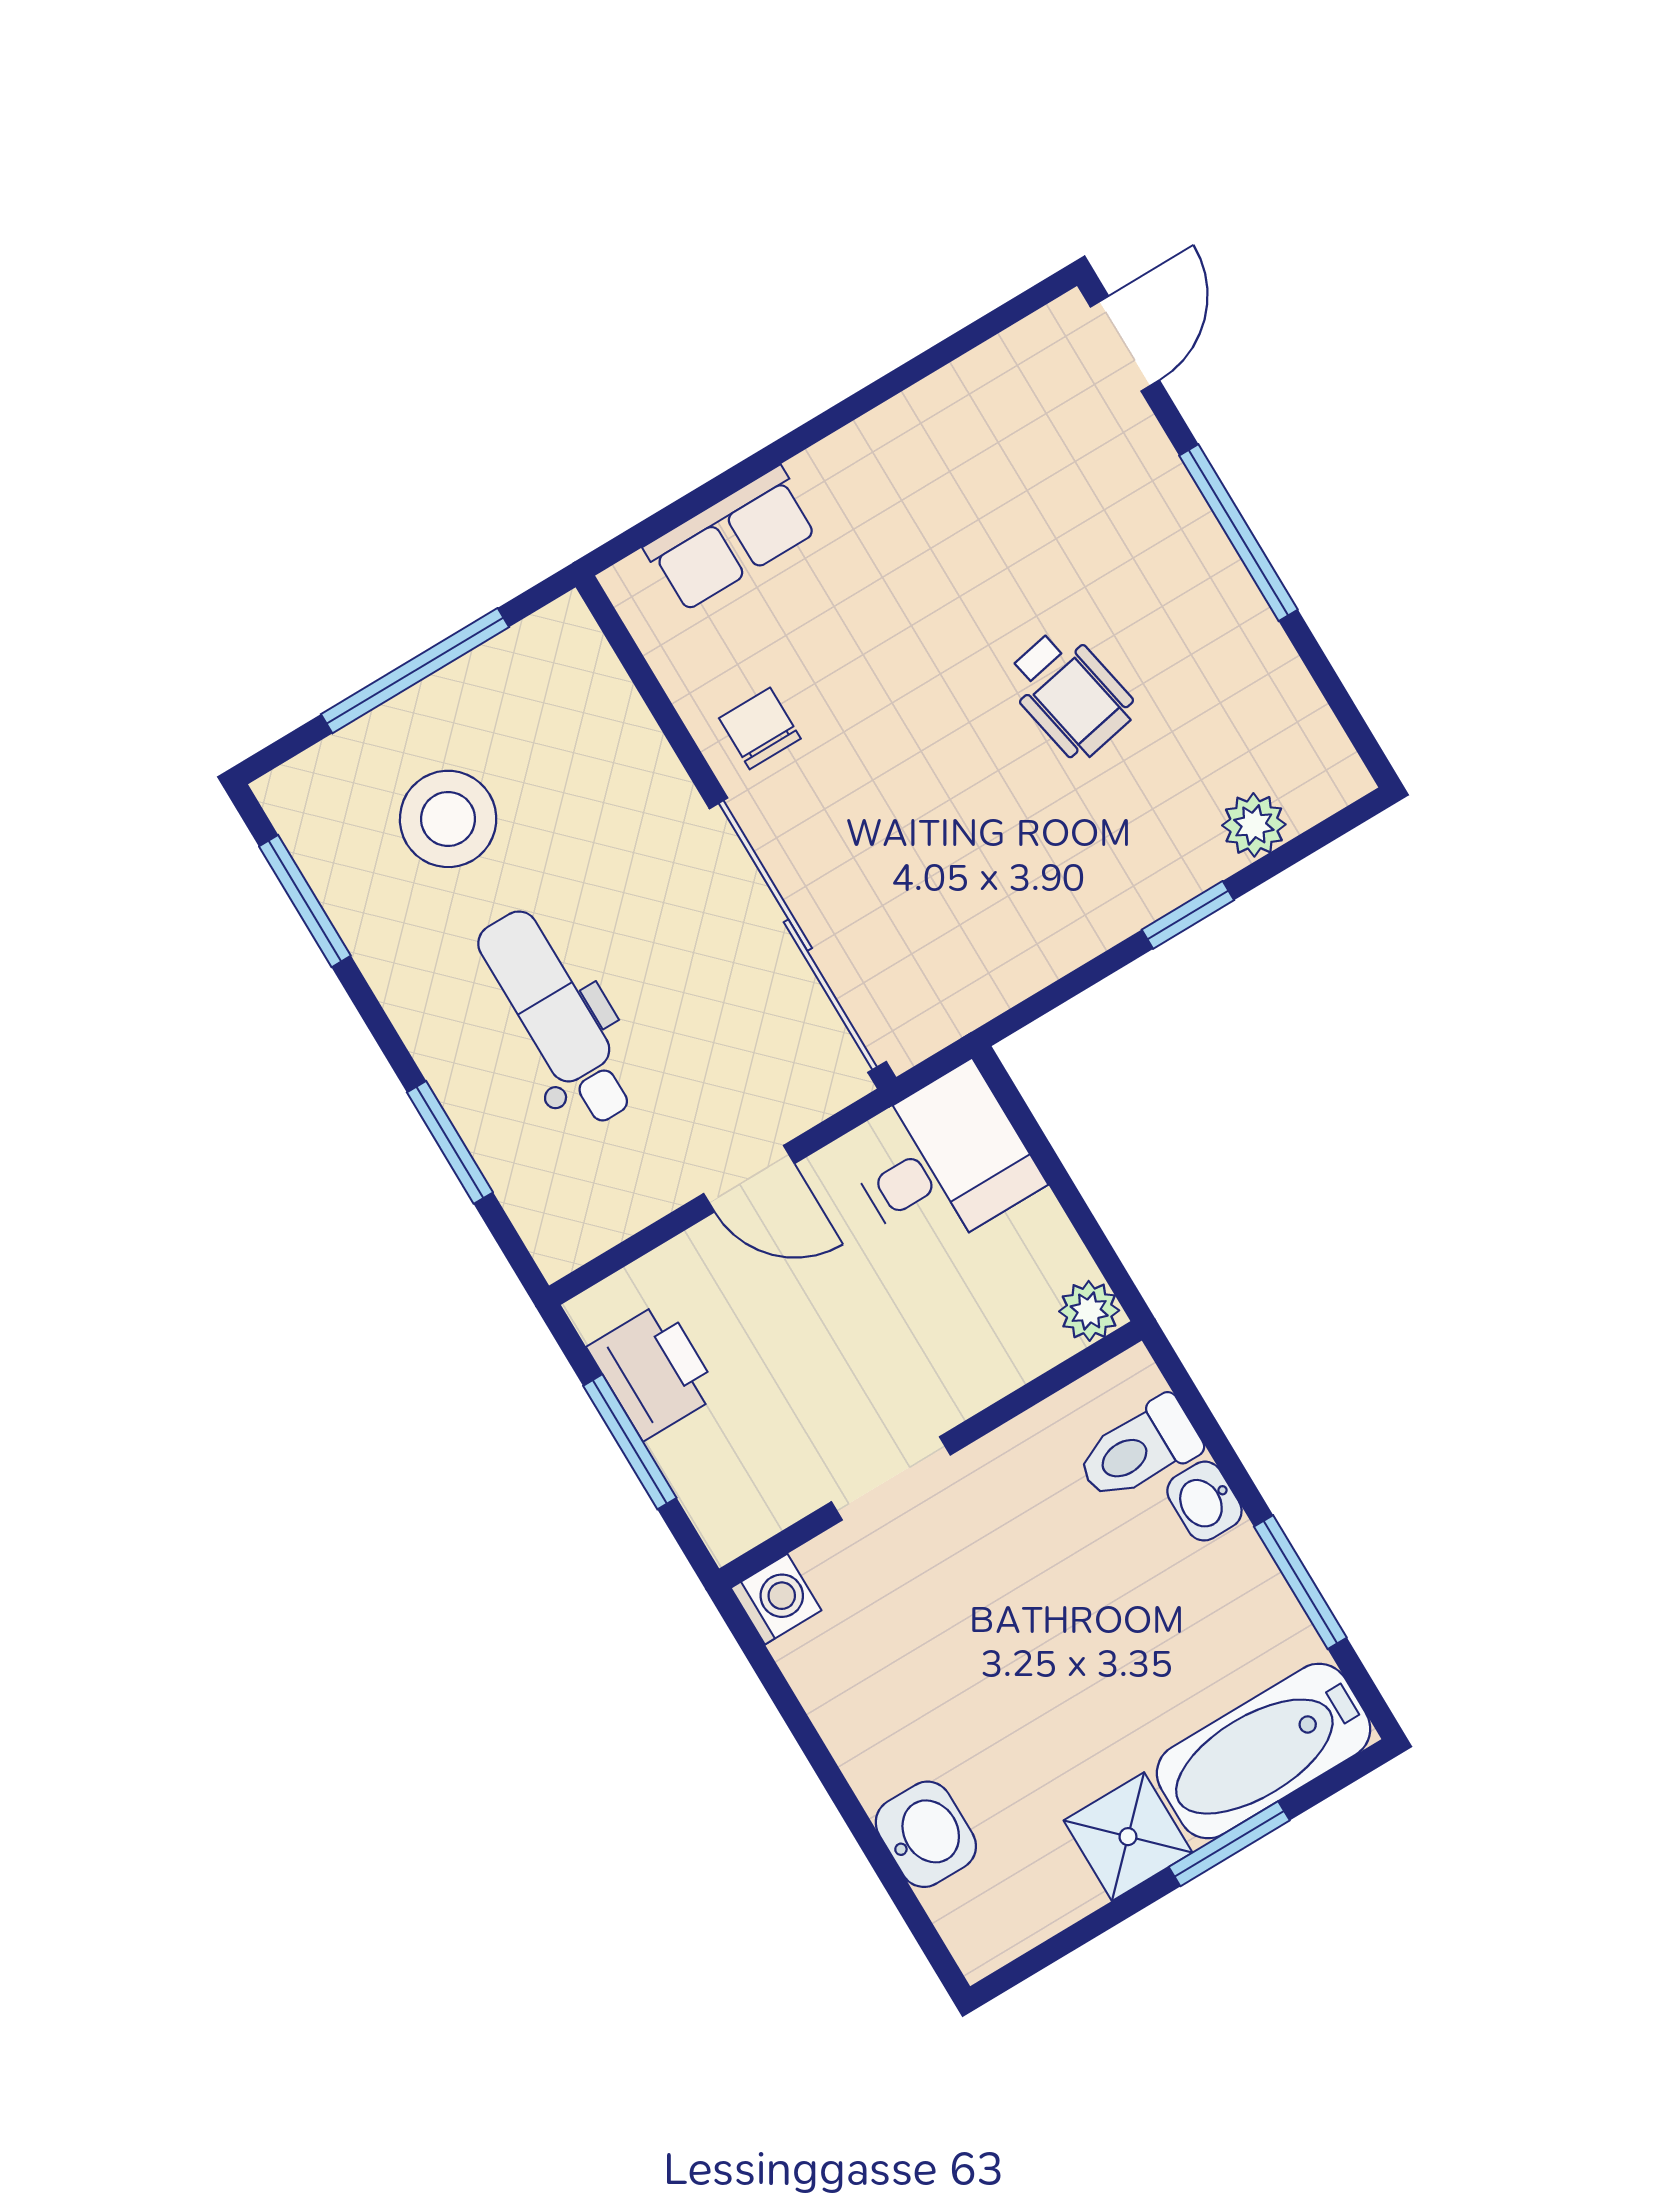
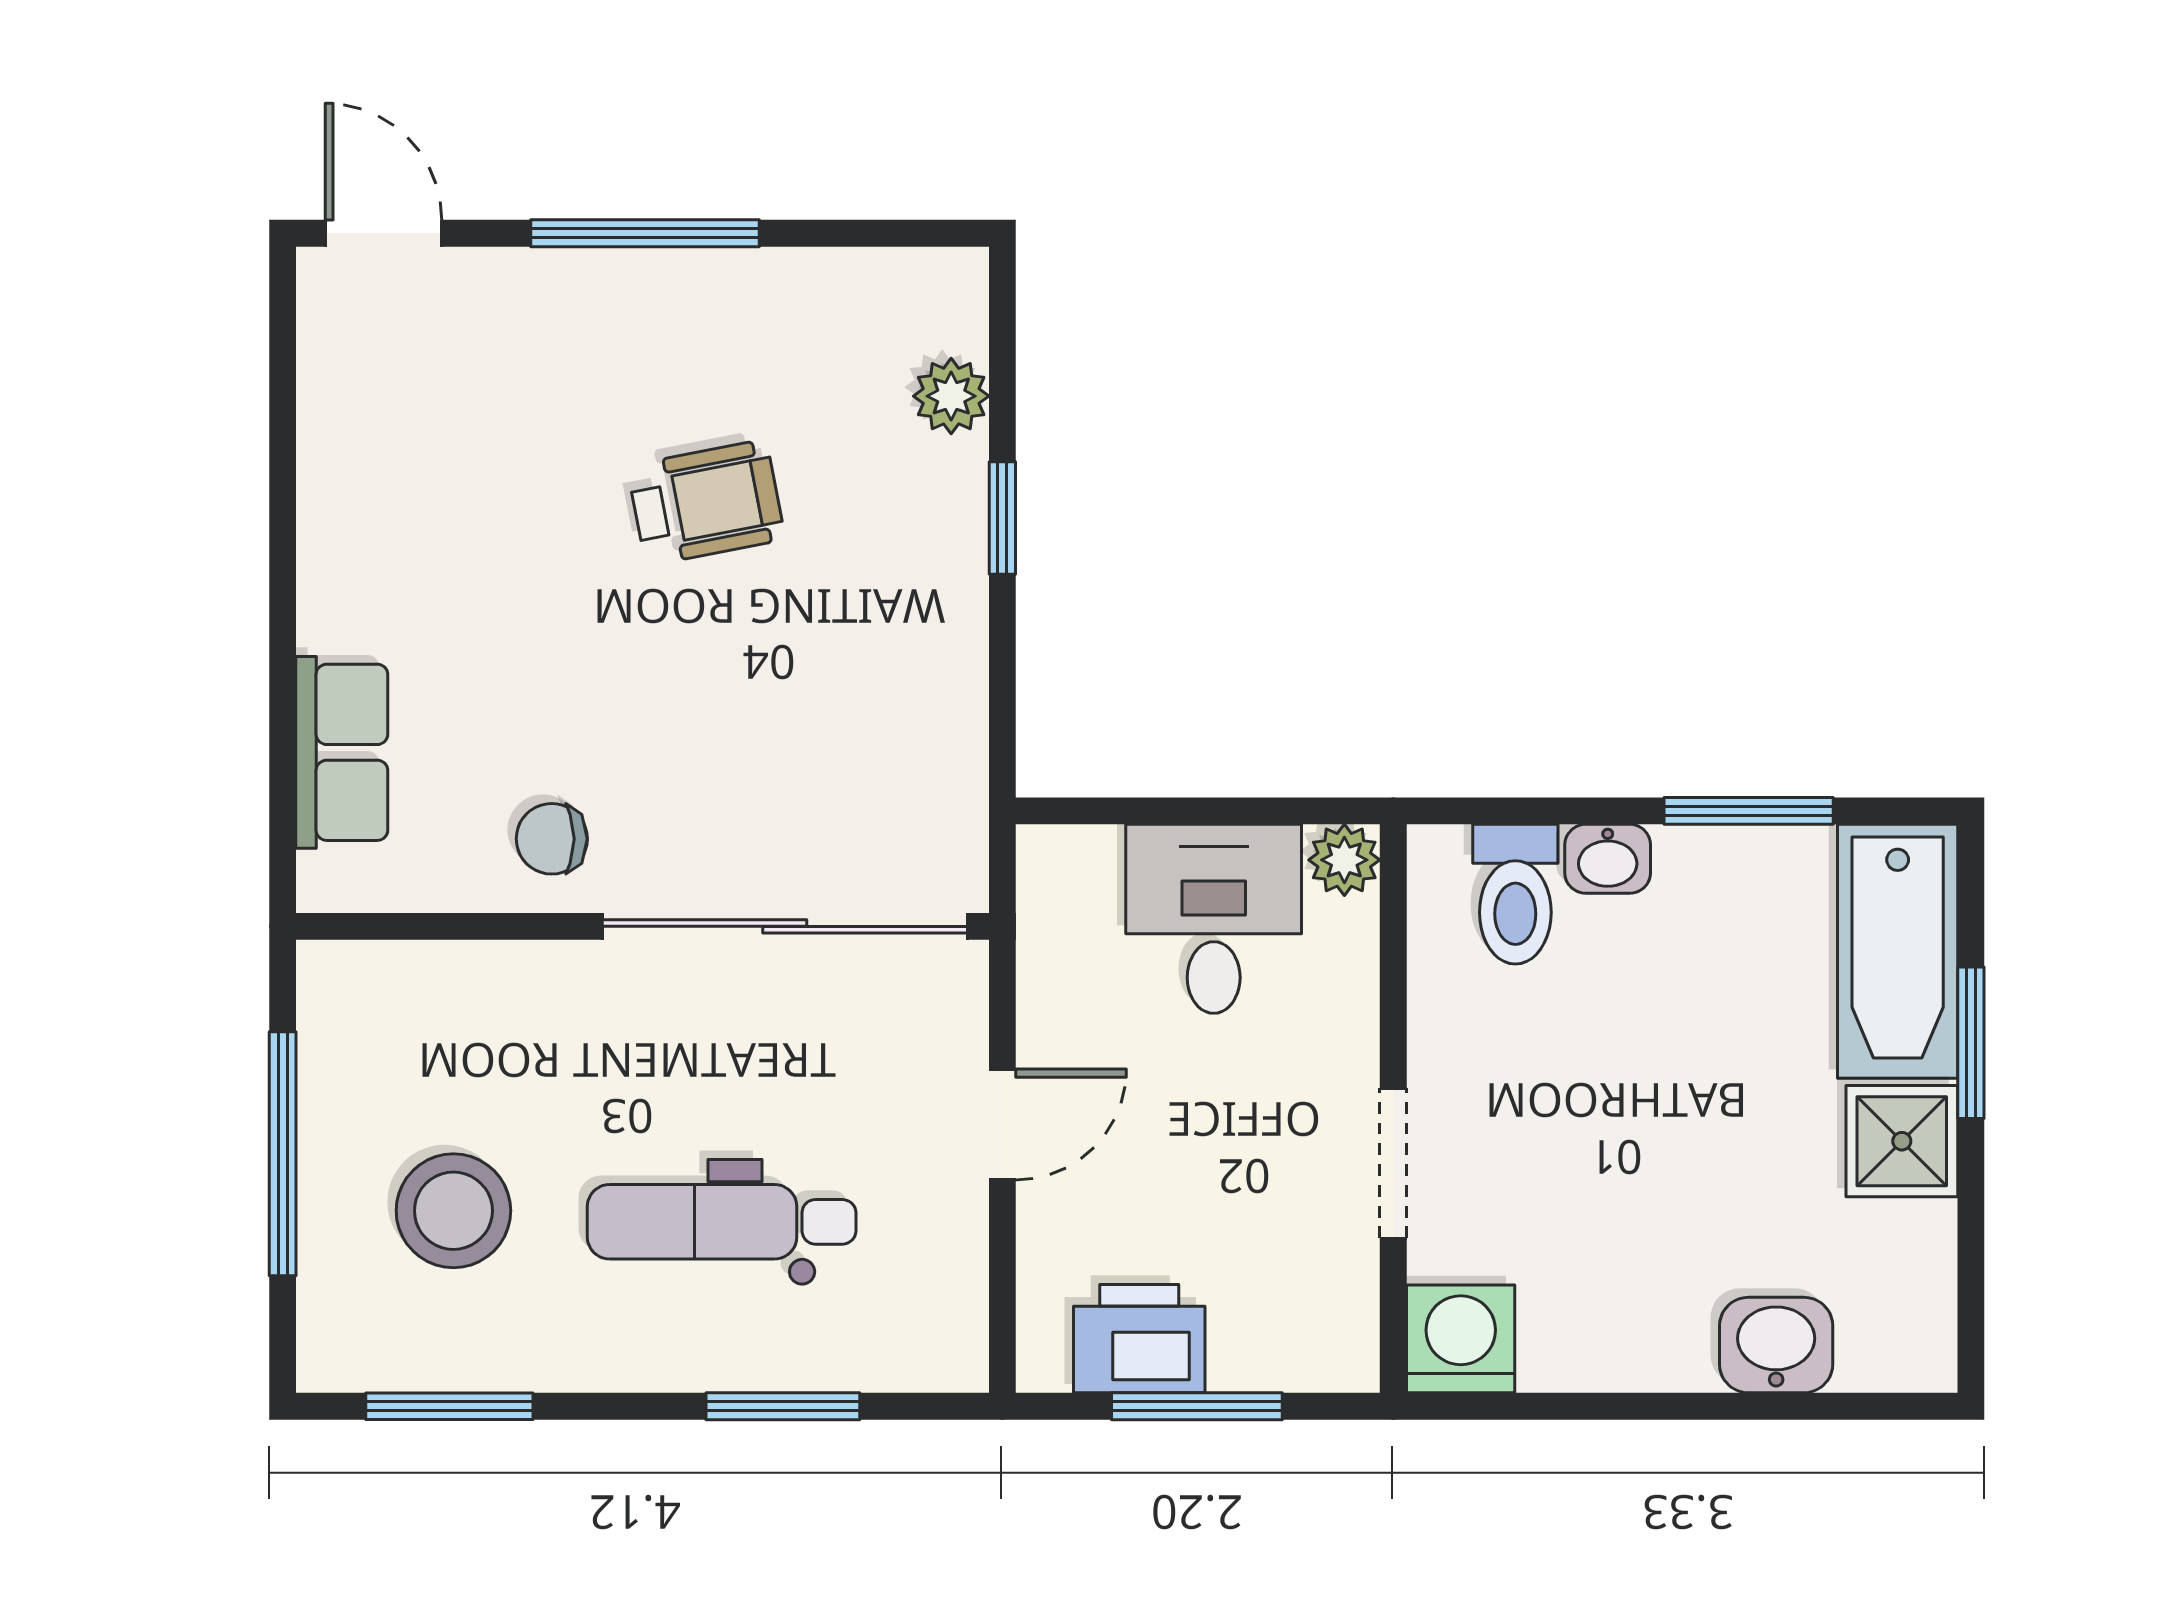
desk: (942, 1162) -> (1214, 919), moved
washing machine: (776, 1599) -> (1461, 1339), width x1.38, depth x1.38

